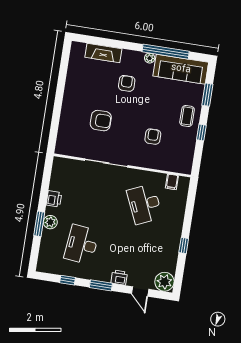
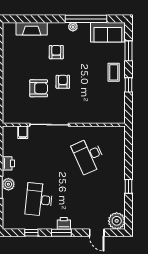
sofa: (181, 69) -> (108, 32), width x0.73
armchair: (153, 137) -> (63, 82), moved
filing cabinet: (172, 182) -> (23, 132), moved
printer: (119, 278) -> (64, 223), moved

